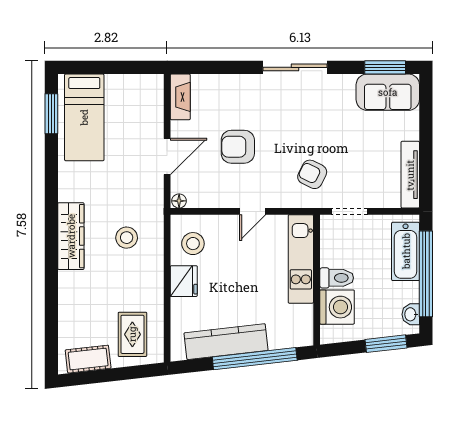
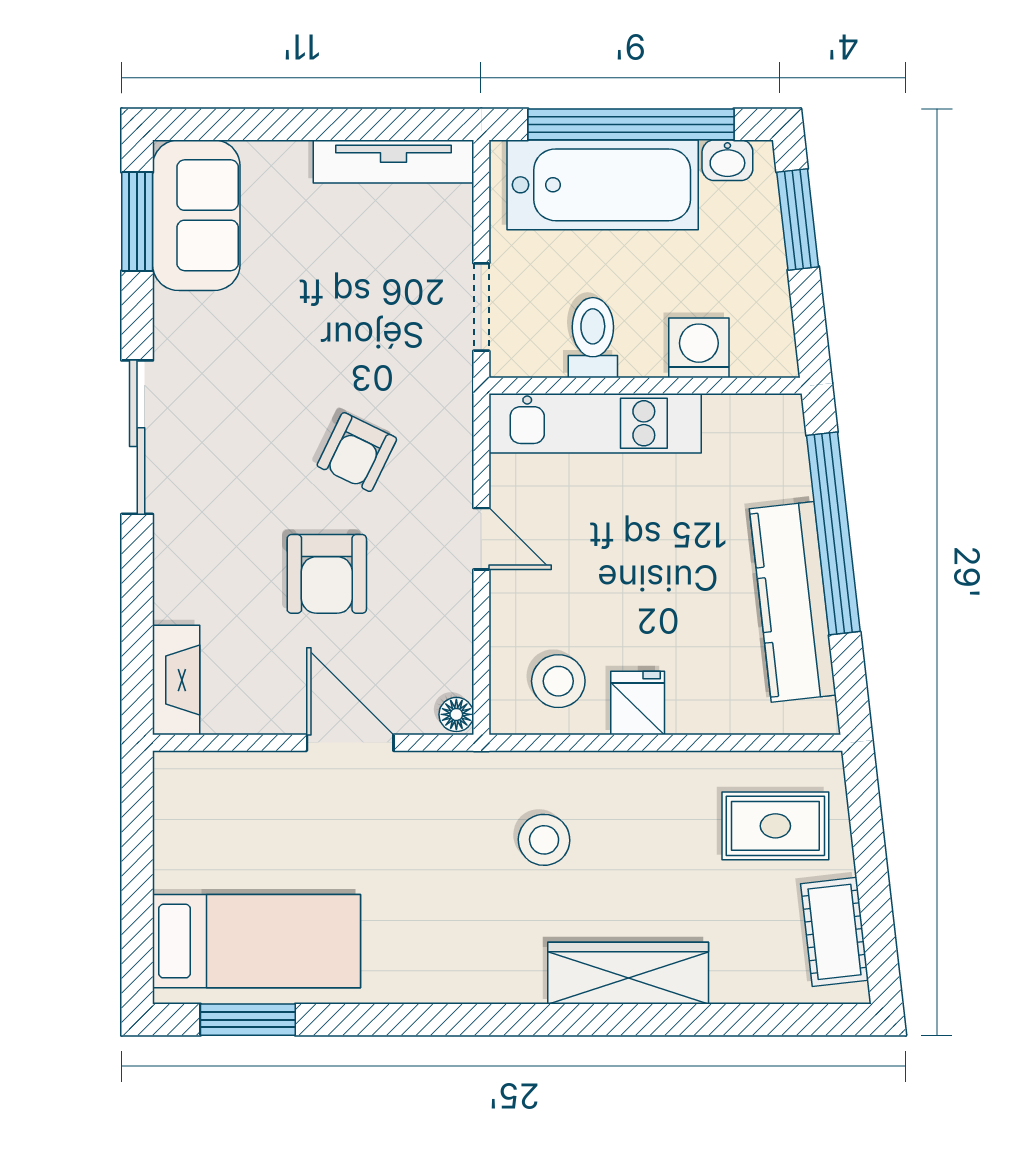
fireplace: (180, 97) -> (176, 680), moved, turned 90
armchair: (312, 174) -> (357, 452), moved
wardrobe: (71, 236) -> (628, 973), moved
bathtub: (406, 251) -> (603, 185), width x1.36, depth x1.36
toilet: (337, 278) -> (593, 338), moved
fridge: (184, 281) -> (638, 703), width x0.72
washing machine: (337, 307) -> (699, 348), width x0.73, depth x0.73

